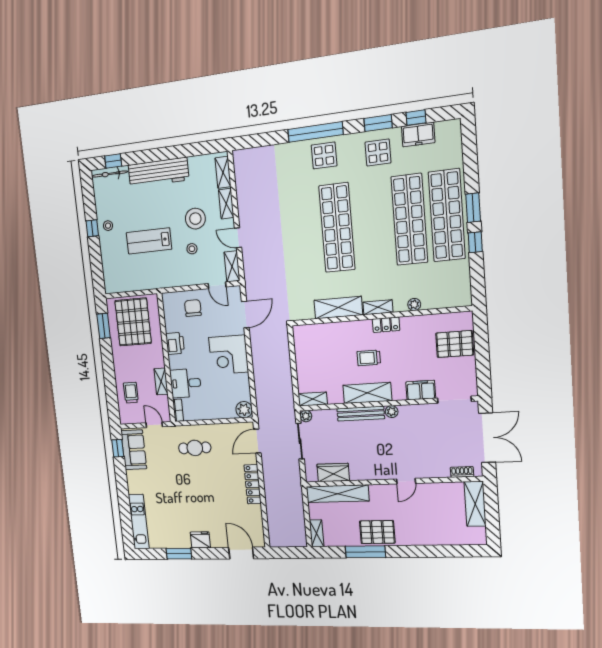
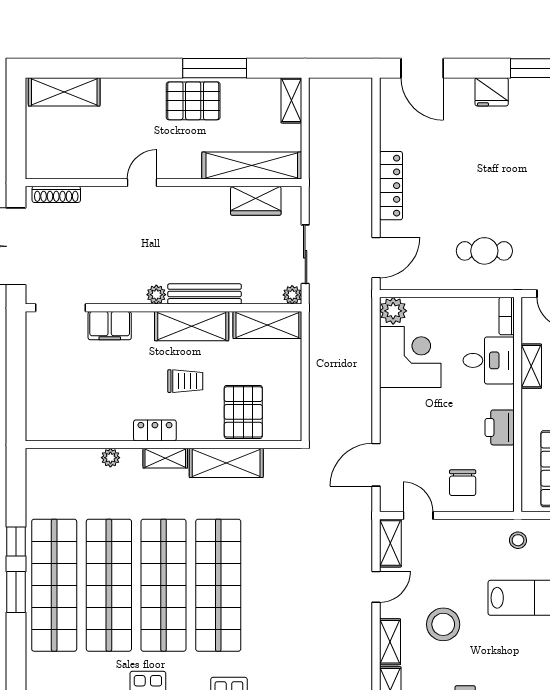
shop shelf: (373, 224) -> (164, 585), added
door: (238, 238) -> (376, 587), hinge flipped
stool: (192, 249) -> (518, 540), moved
pallet: (455, 344) -> (243, 412), moved, turned 90
corner desk: (229, 355) -> (410, 357), moved
shelving: (313, 399) -> (267, 325), width x1.50, depth x1.33
shoe rack: (462, 472) -> (56, 194), width x1.43
shelving: (475, 504) -> (64, 92), moved, turned 90

